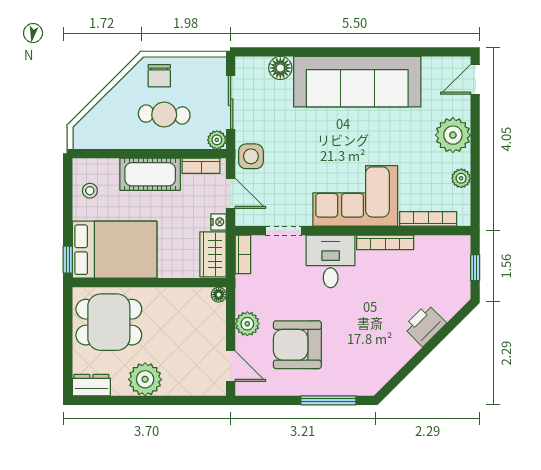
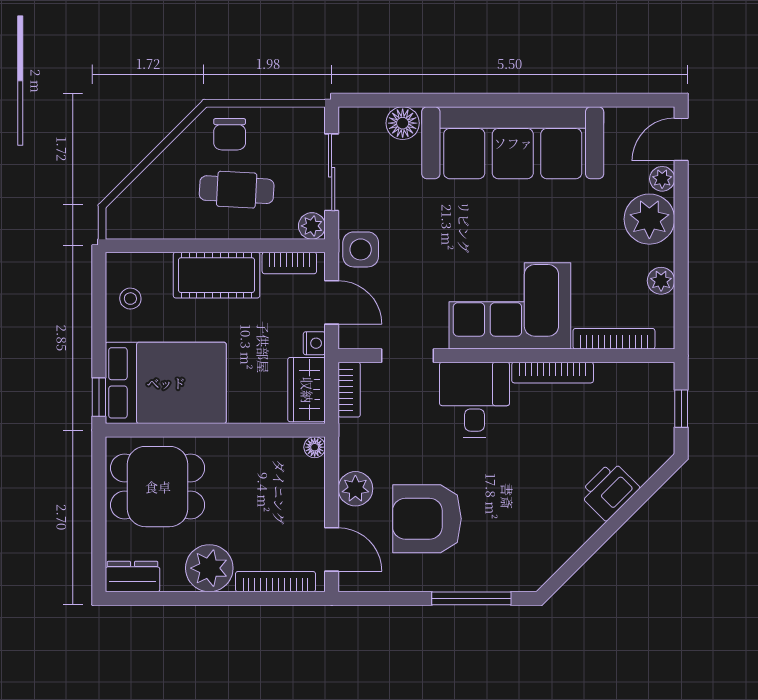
plant: (462, 107) -> (662, 179), added
bookcase: (191, 389) -> (276, 582), added

